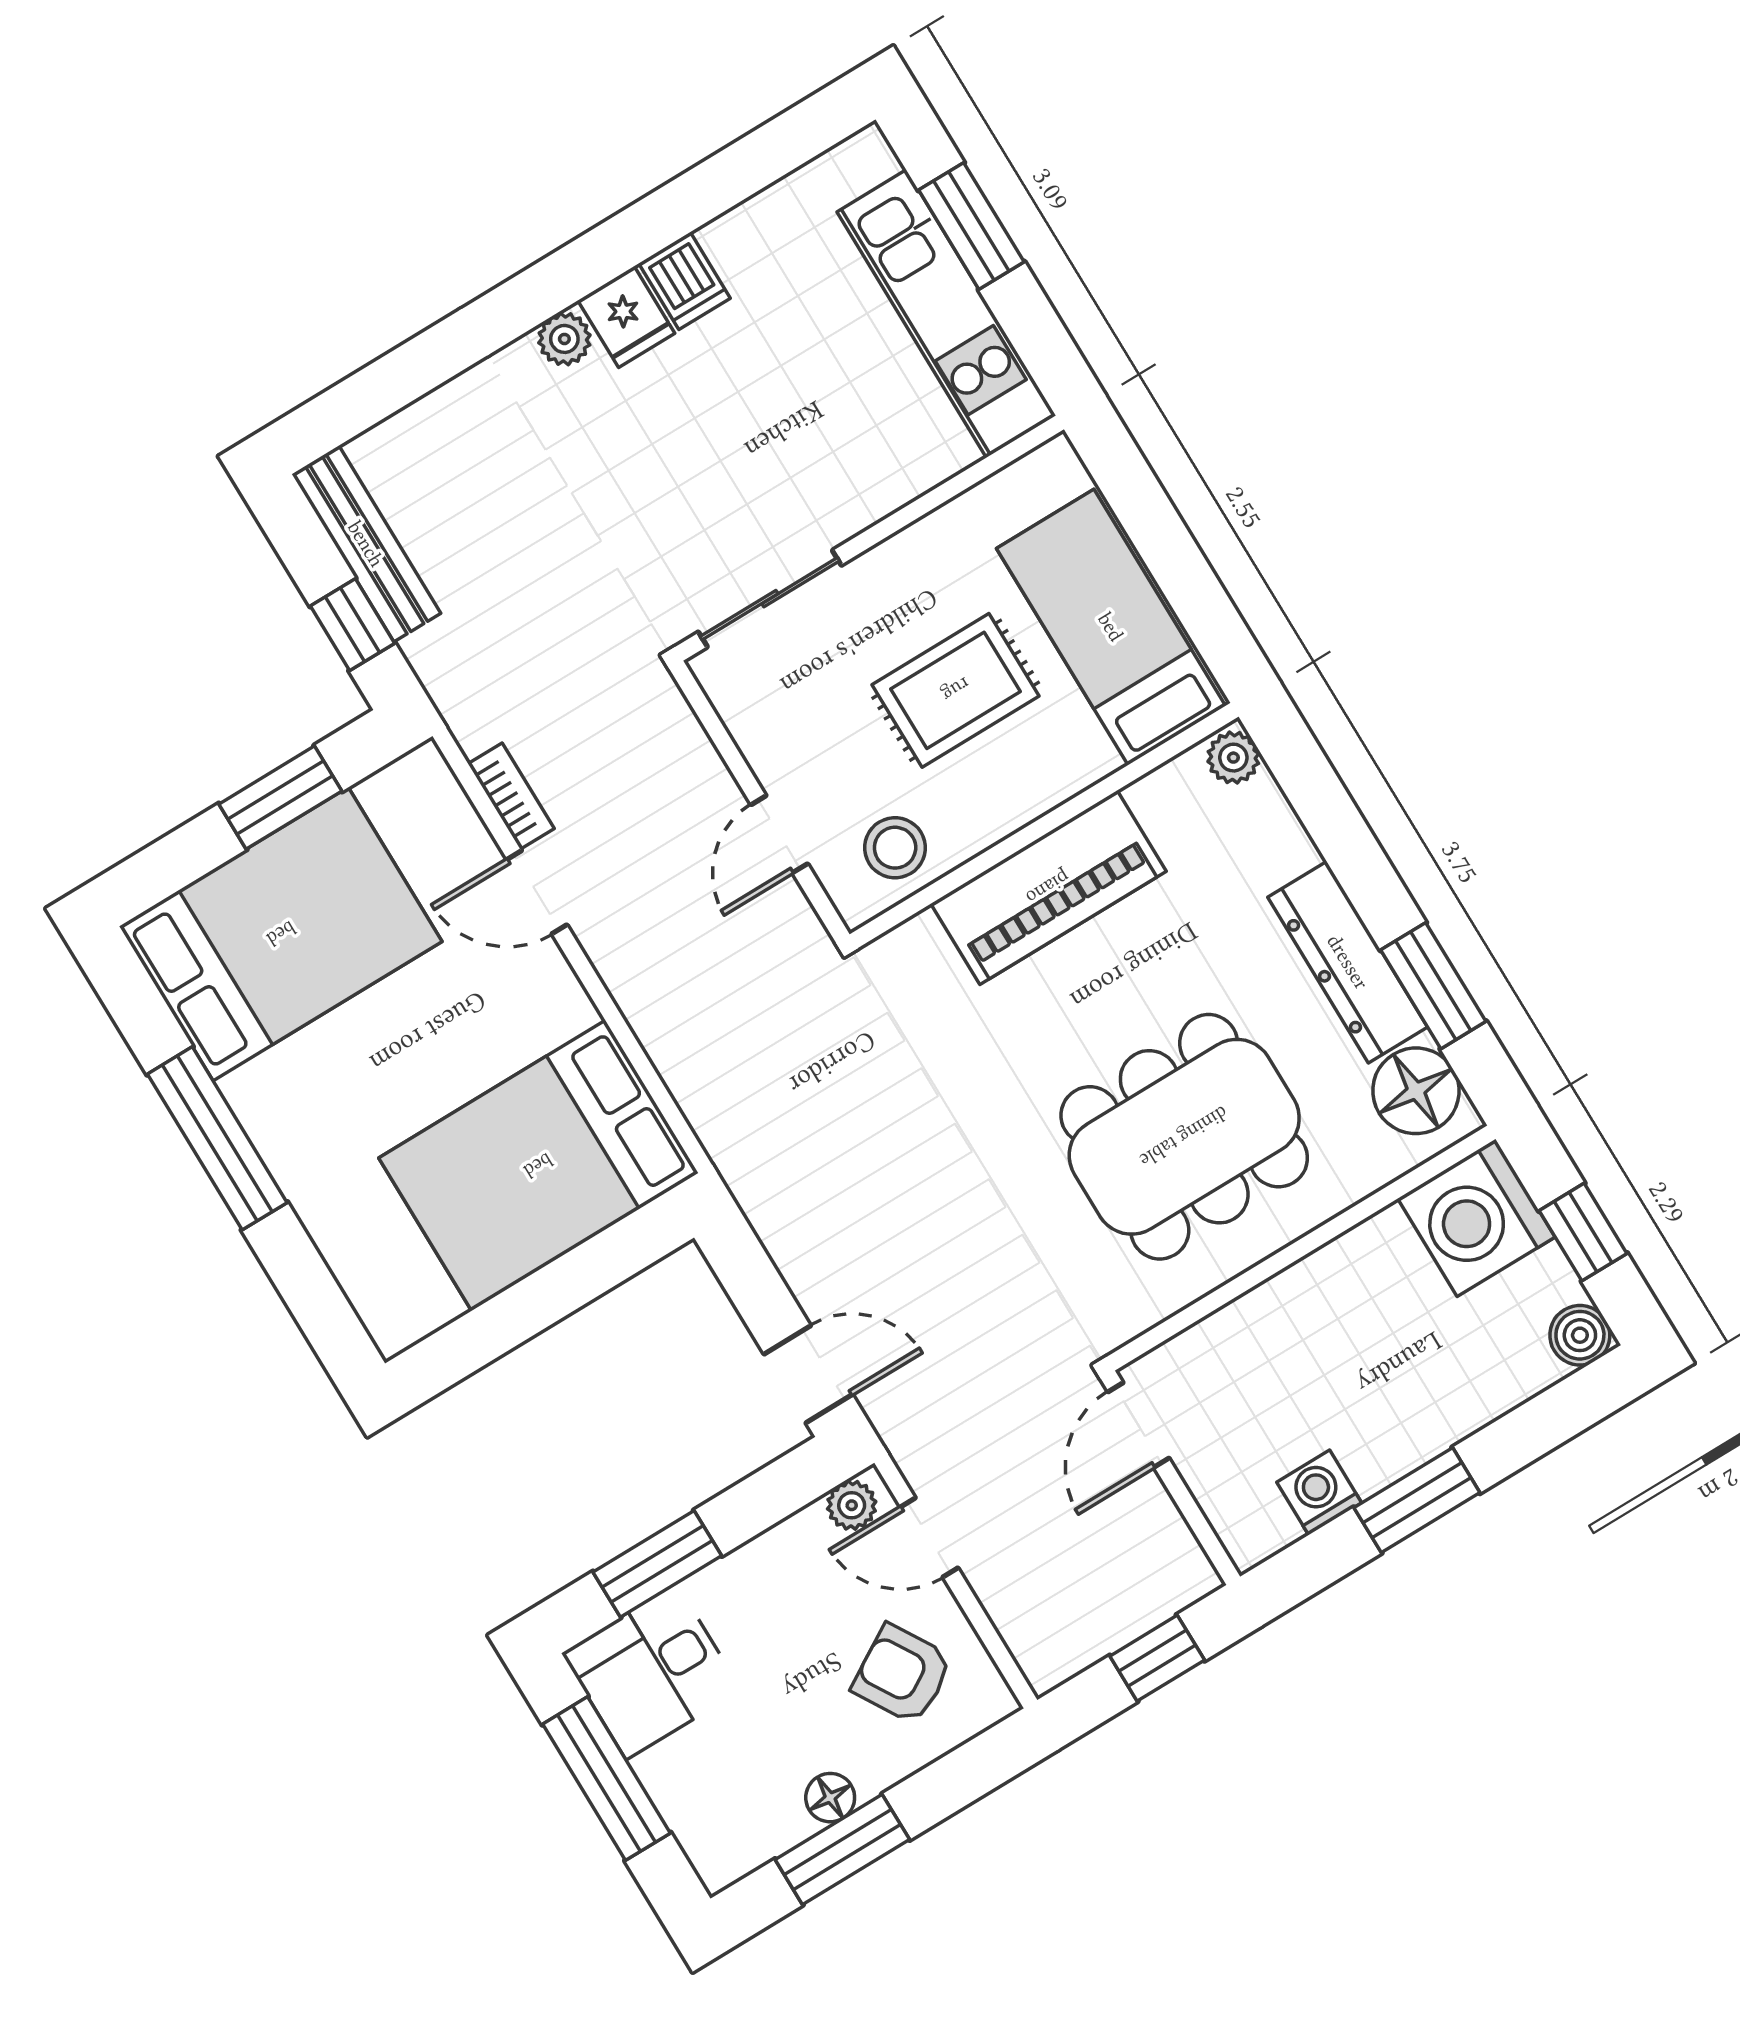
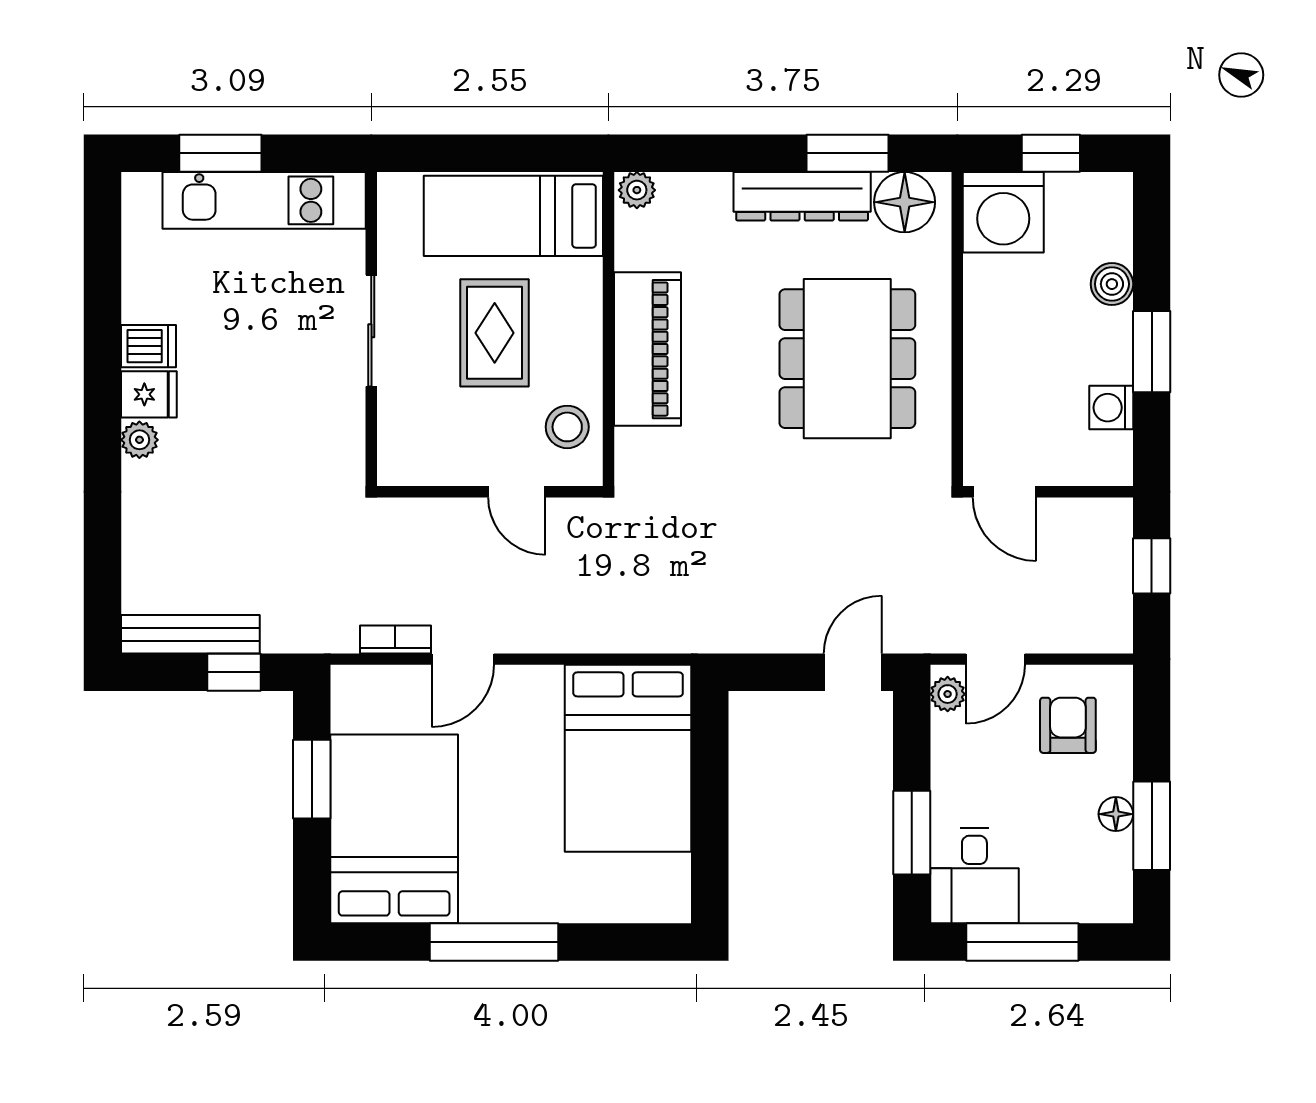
sliding door: (770, 599) -> (371, 331), moved
boiler: (1580, 1335) -> (1112, 284), moved
armchair: (902, 1674) -> (1068, 725), turned 121

